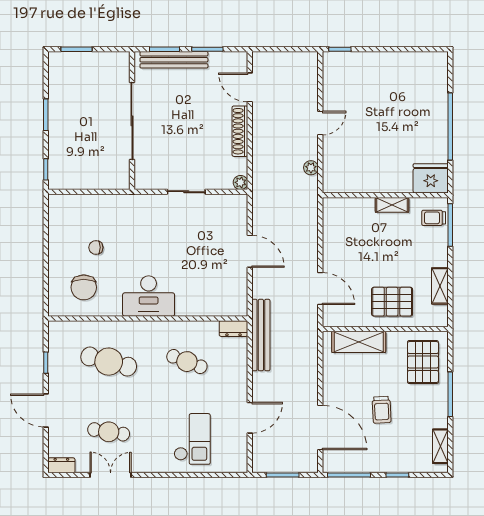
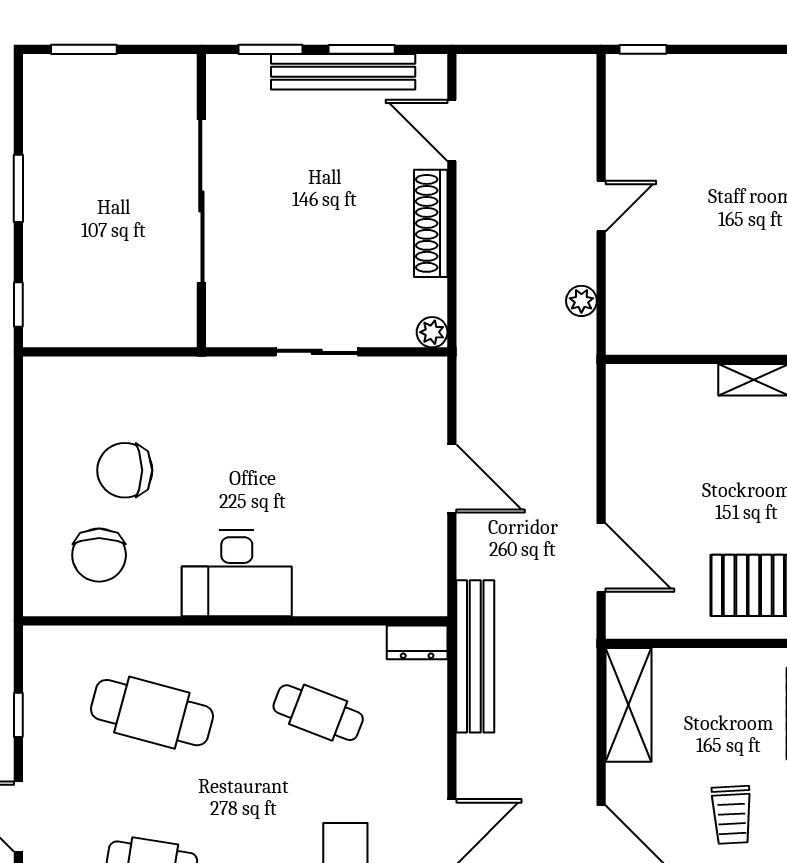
bench: (174, 60) -> (343, 72), moved
chair: (96, 247) -> (125, 470), width x1.87, depth x1.87
shelving: (359, 342) -> (628, 705), moved, turned 90

